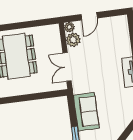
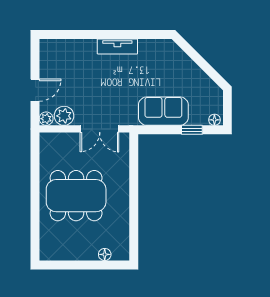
door: (89, 16) -> (35, 90), hinge flipped

